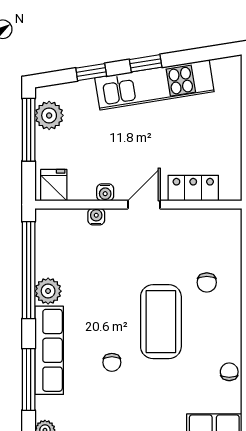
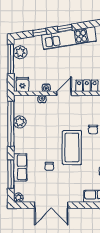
plant: (48, 291) -> (20, 122), moved
row of seats: (49, 350) -> (20, 167), width x0.68

